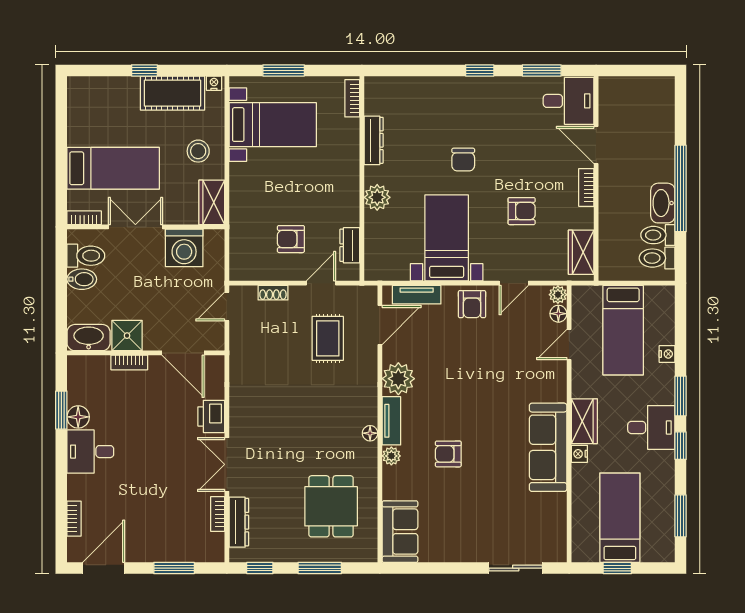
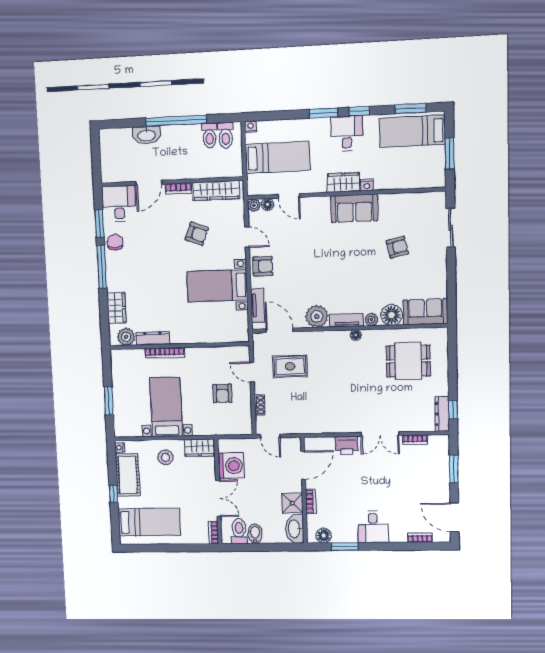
window: (480, 70) -> (102, 267), width x2.17
wardrobe: (420, 89) -> (116, 308), added
bookcase: (352, 98) -> (165, 353), moved, width x1.56
bed with nightstands: (273, 125) -> (166, 407), moved
chair: (463, 160) -> (115, 242), moved, turned -90
bed: (113, 168) -> (149, 522), moved, turned 90
plant: (377, 197) -> (126, 337), moved
washbasin: (663, 203) -> (146, 135), moved
armchair: (522, 211) -> (197, 234), turned 111
double door: (135, 227) -> (218, 498), swing flipped
dresser: (350, 245) -> (225, 353), removed
wardrobe: (581, 252) -> (216, 191), width x1.50
nightstand: (667, 354) -> (251, 127), moved
floor lamp: (78, 417) -> (324, 536), moved
sofa: (548, 447) -> (354, 208), width x0.73
armchair: (448, 454) -> (397, 247), moved, turned -103
floor lamp: (397, 484) -> (392, 315), added
bed: (620, 518) -> (412, 131), moved
dresser: (239, 522) -> (442, 414), moved, turned -90
window: (320, 568) -> (452, 368), removed
window: (617, 568) -> (450, 153), width x1.50

